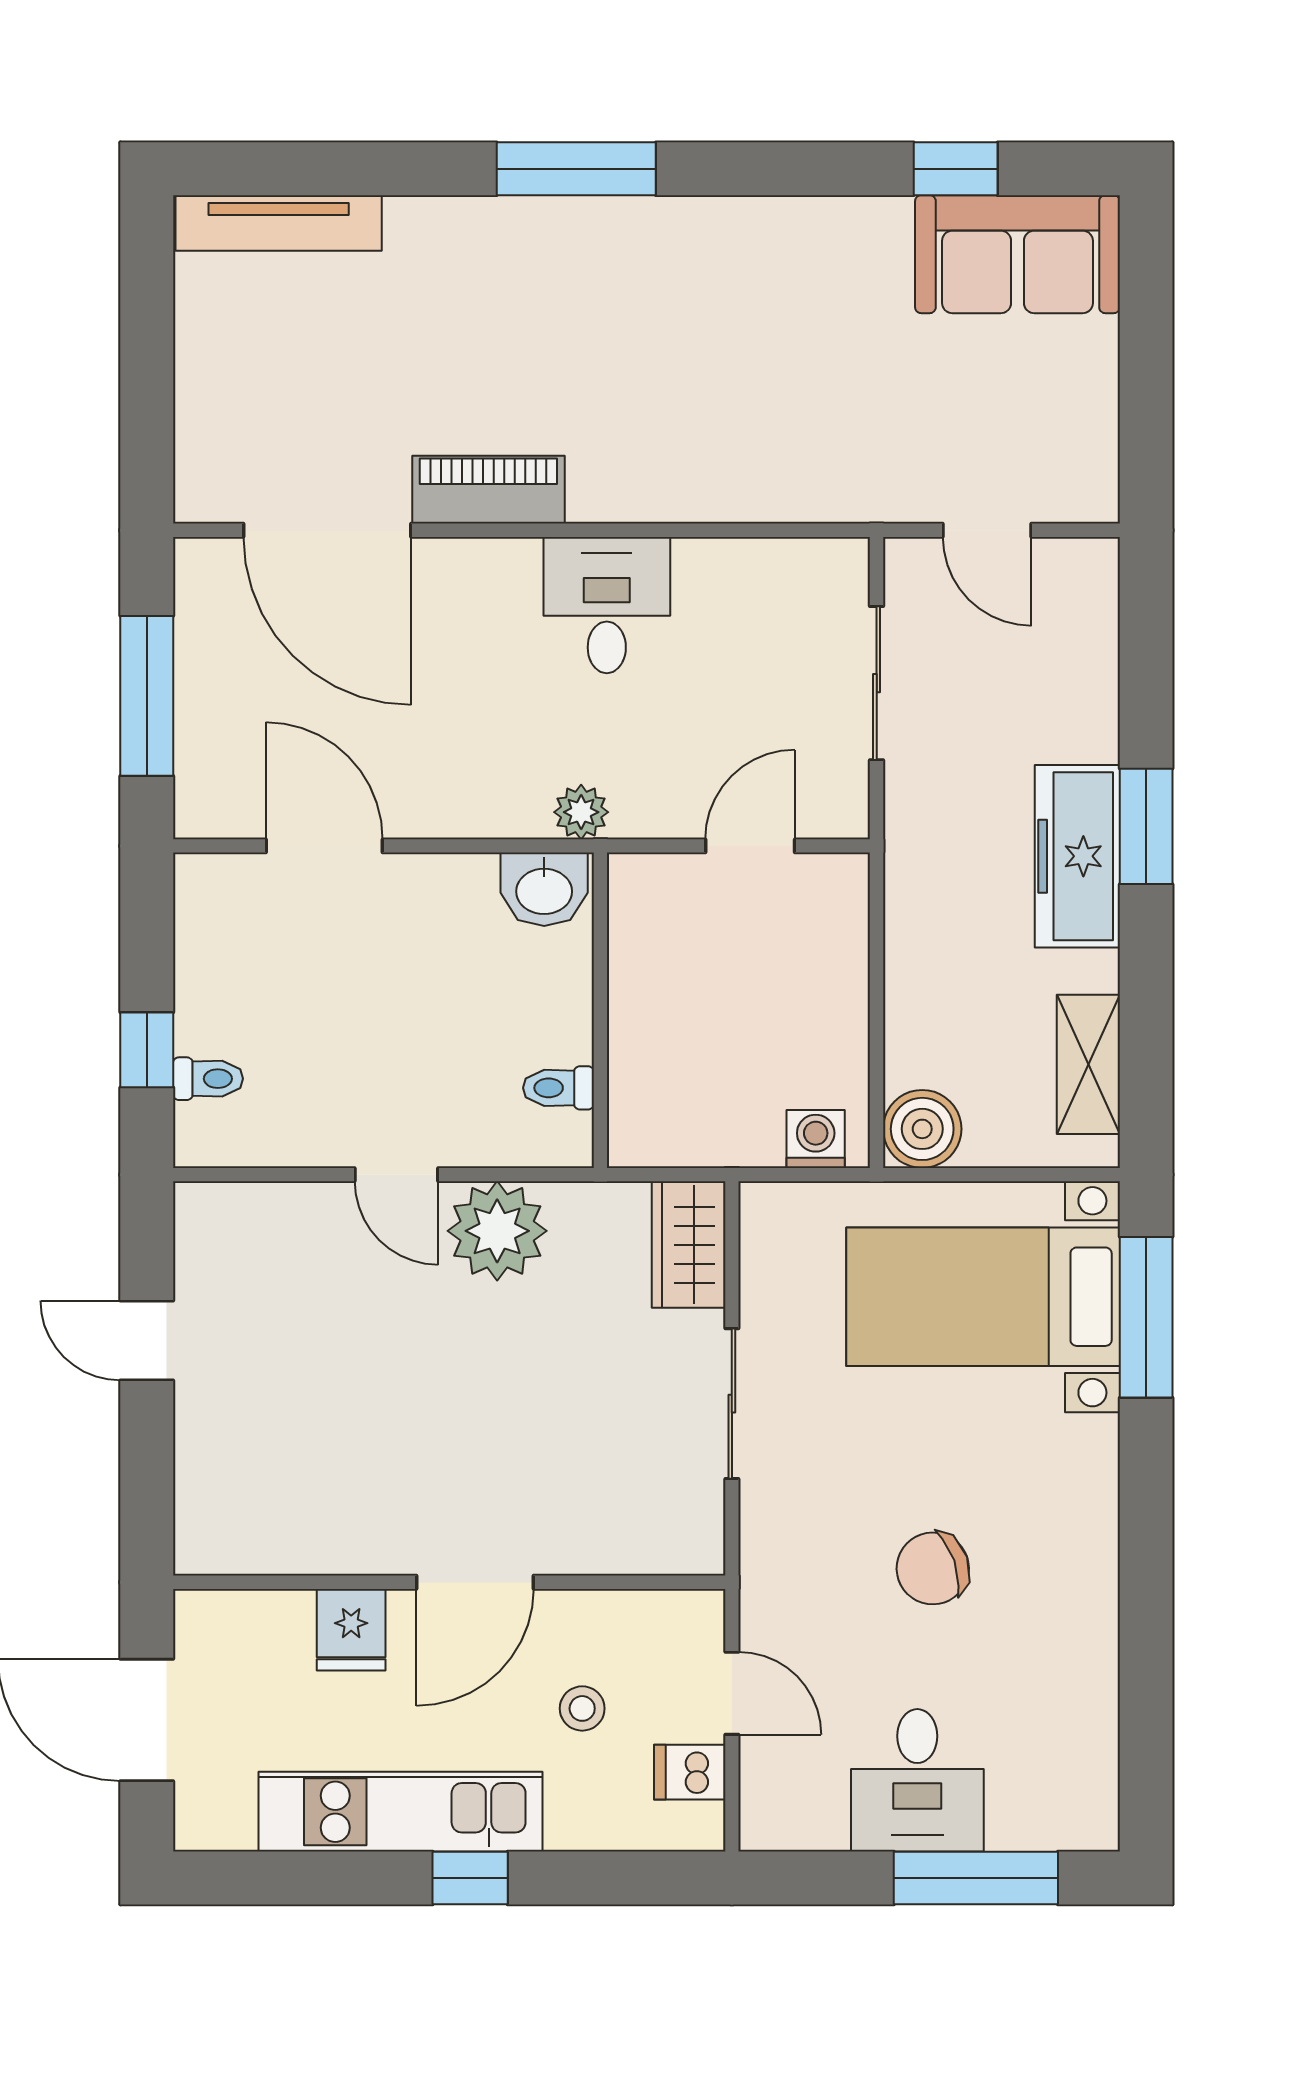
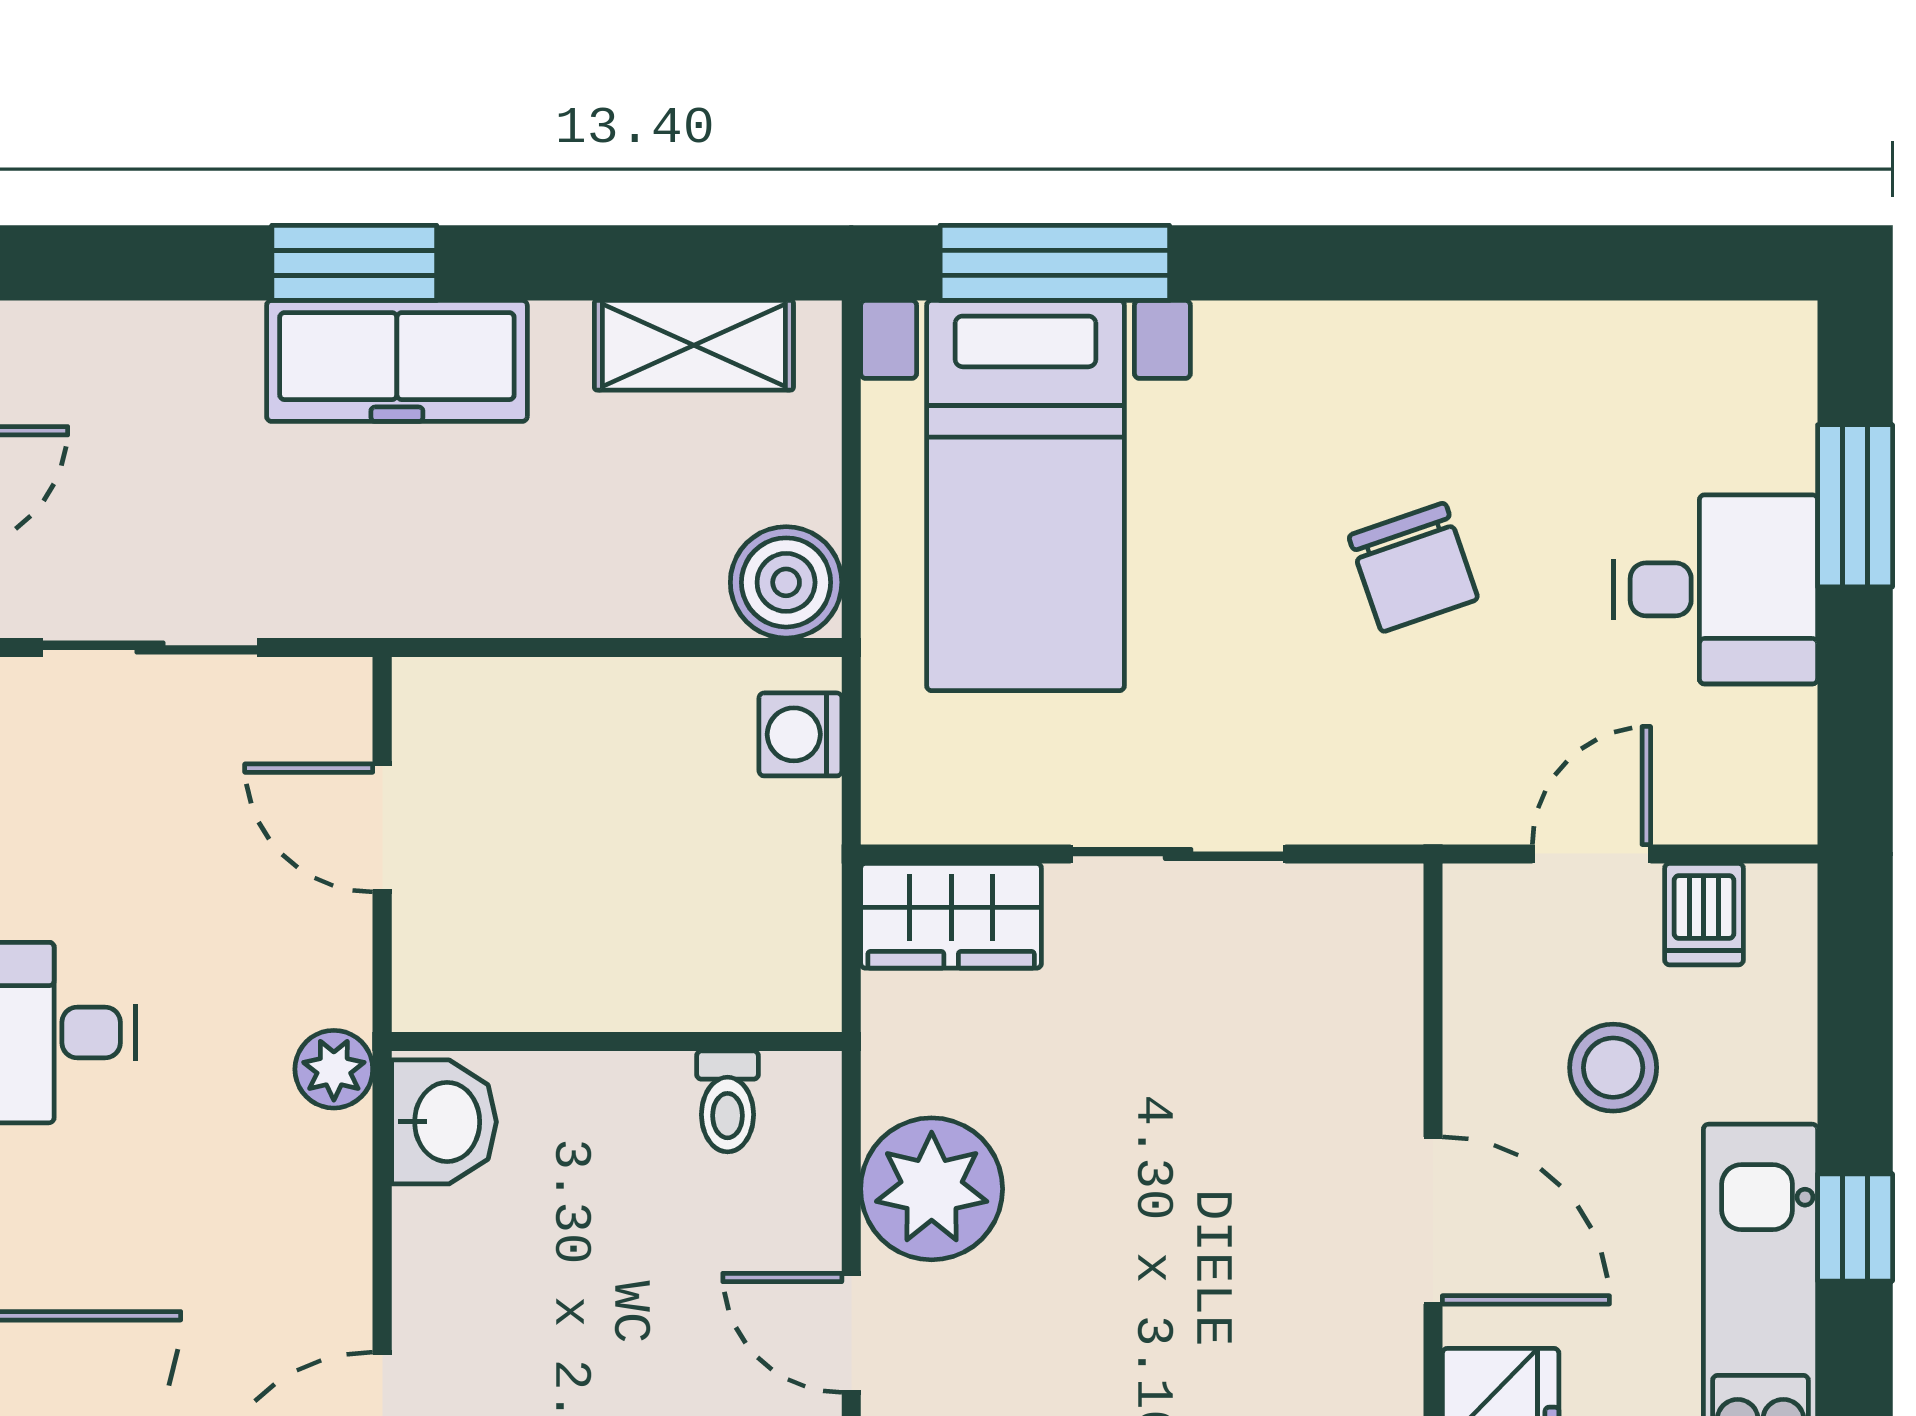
door: (396, 1175) -> (851, 1333), swing flipped
stool: (582, 1708) -> (1613, 1068), width x1.37, depth x1.37
window: (976, 1878) -> (1855, 506), width x0.69

